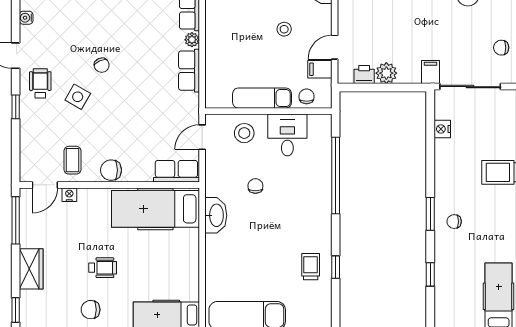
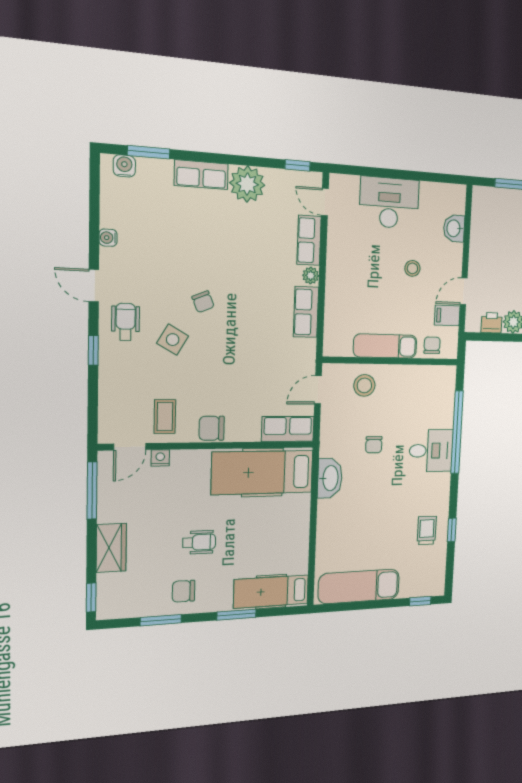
desk: (287, 135) -> (431, 451), moved, turned 90
chair: (255, 186) -> (374, 445), turned 180

